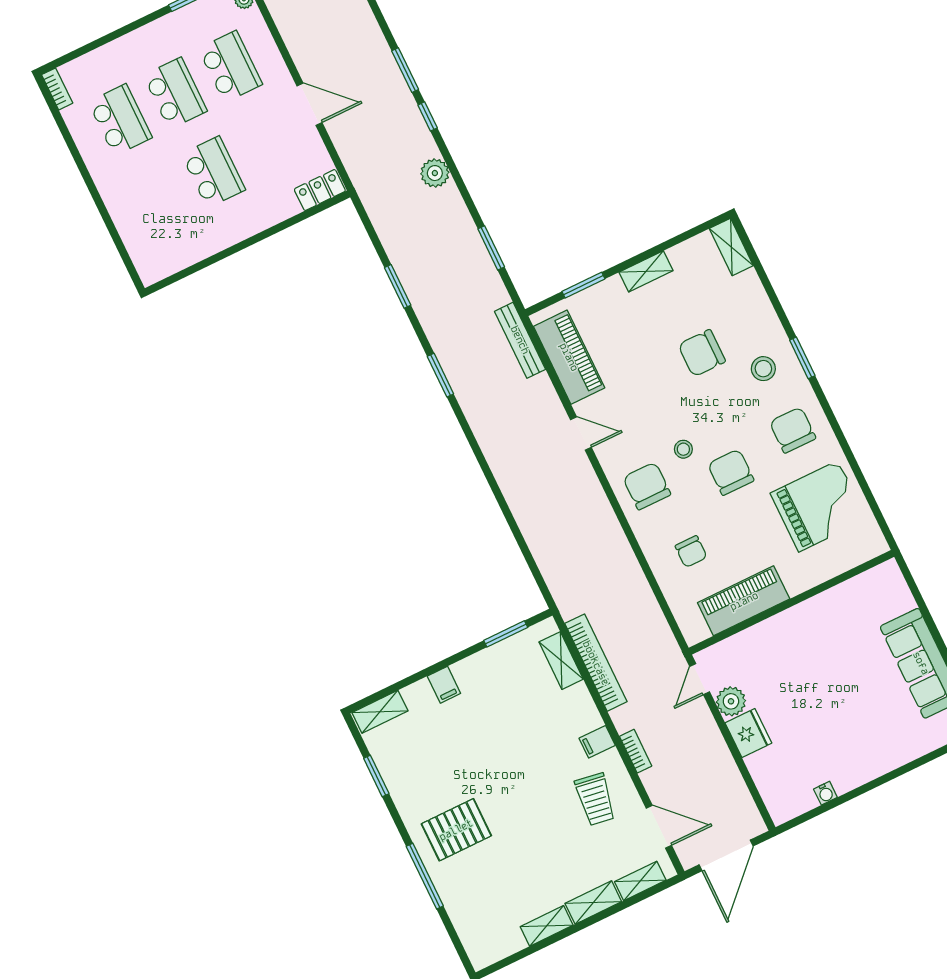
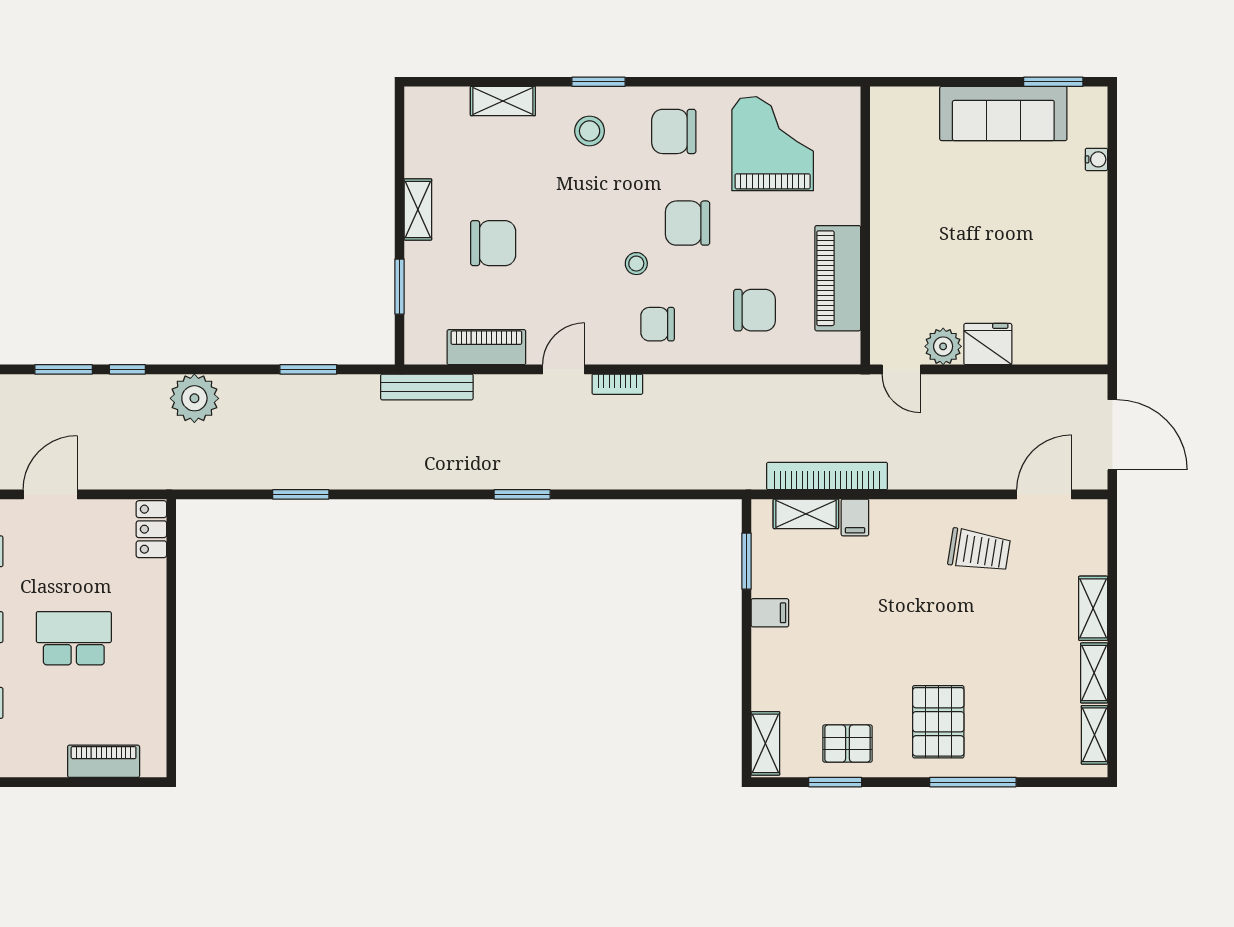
plant: (435, 173) -> (194, 398), width x1.36, depth x1.36
piano: (134, 237) -> (104, 761), added
shelving: (731, 247) -> (503, 101), moved
chair: (702, 353) -> (493, 243), moved, turned -90
piano: (569, 357) -> (486, 347), width x0.73, depth x0.75
window: (440, 375) -> (522, 494), moved
chair: (647, 486) -> (658, 324), width x0.73, depth x0.73
chair: (691, 552) -> (755, 310), width x1.37, depth x1.37
filing cabinet: (444, 685) -> (770, 613), moved
filing cabinet: (597, 742) -> (855, 517), moved
bookcase: (636, 751) -> (617, 384), moved, turned 180
pallet: (409, 771) -> (847, 744), added
water cooler: (825, 793) -> (1096, 159), moved
shelving: (640, 881) -> (1094, 735), moved

